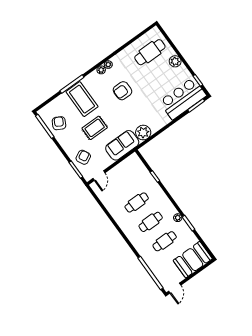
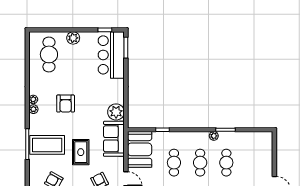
booth: (193, 260) -> (140, 149), moved

